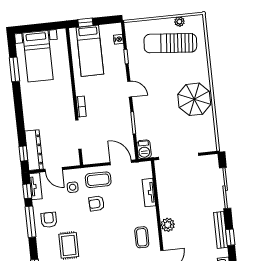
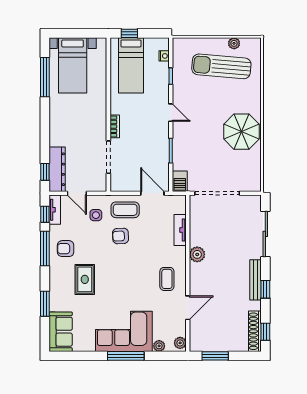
window: (14, 69) -> (45, 77), width x1.44
armchair: (49, 220) -> (66, 249), turned -90
plant: (168, 225) -> (197, 254), moved

